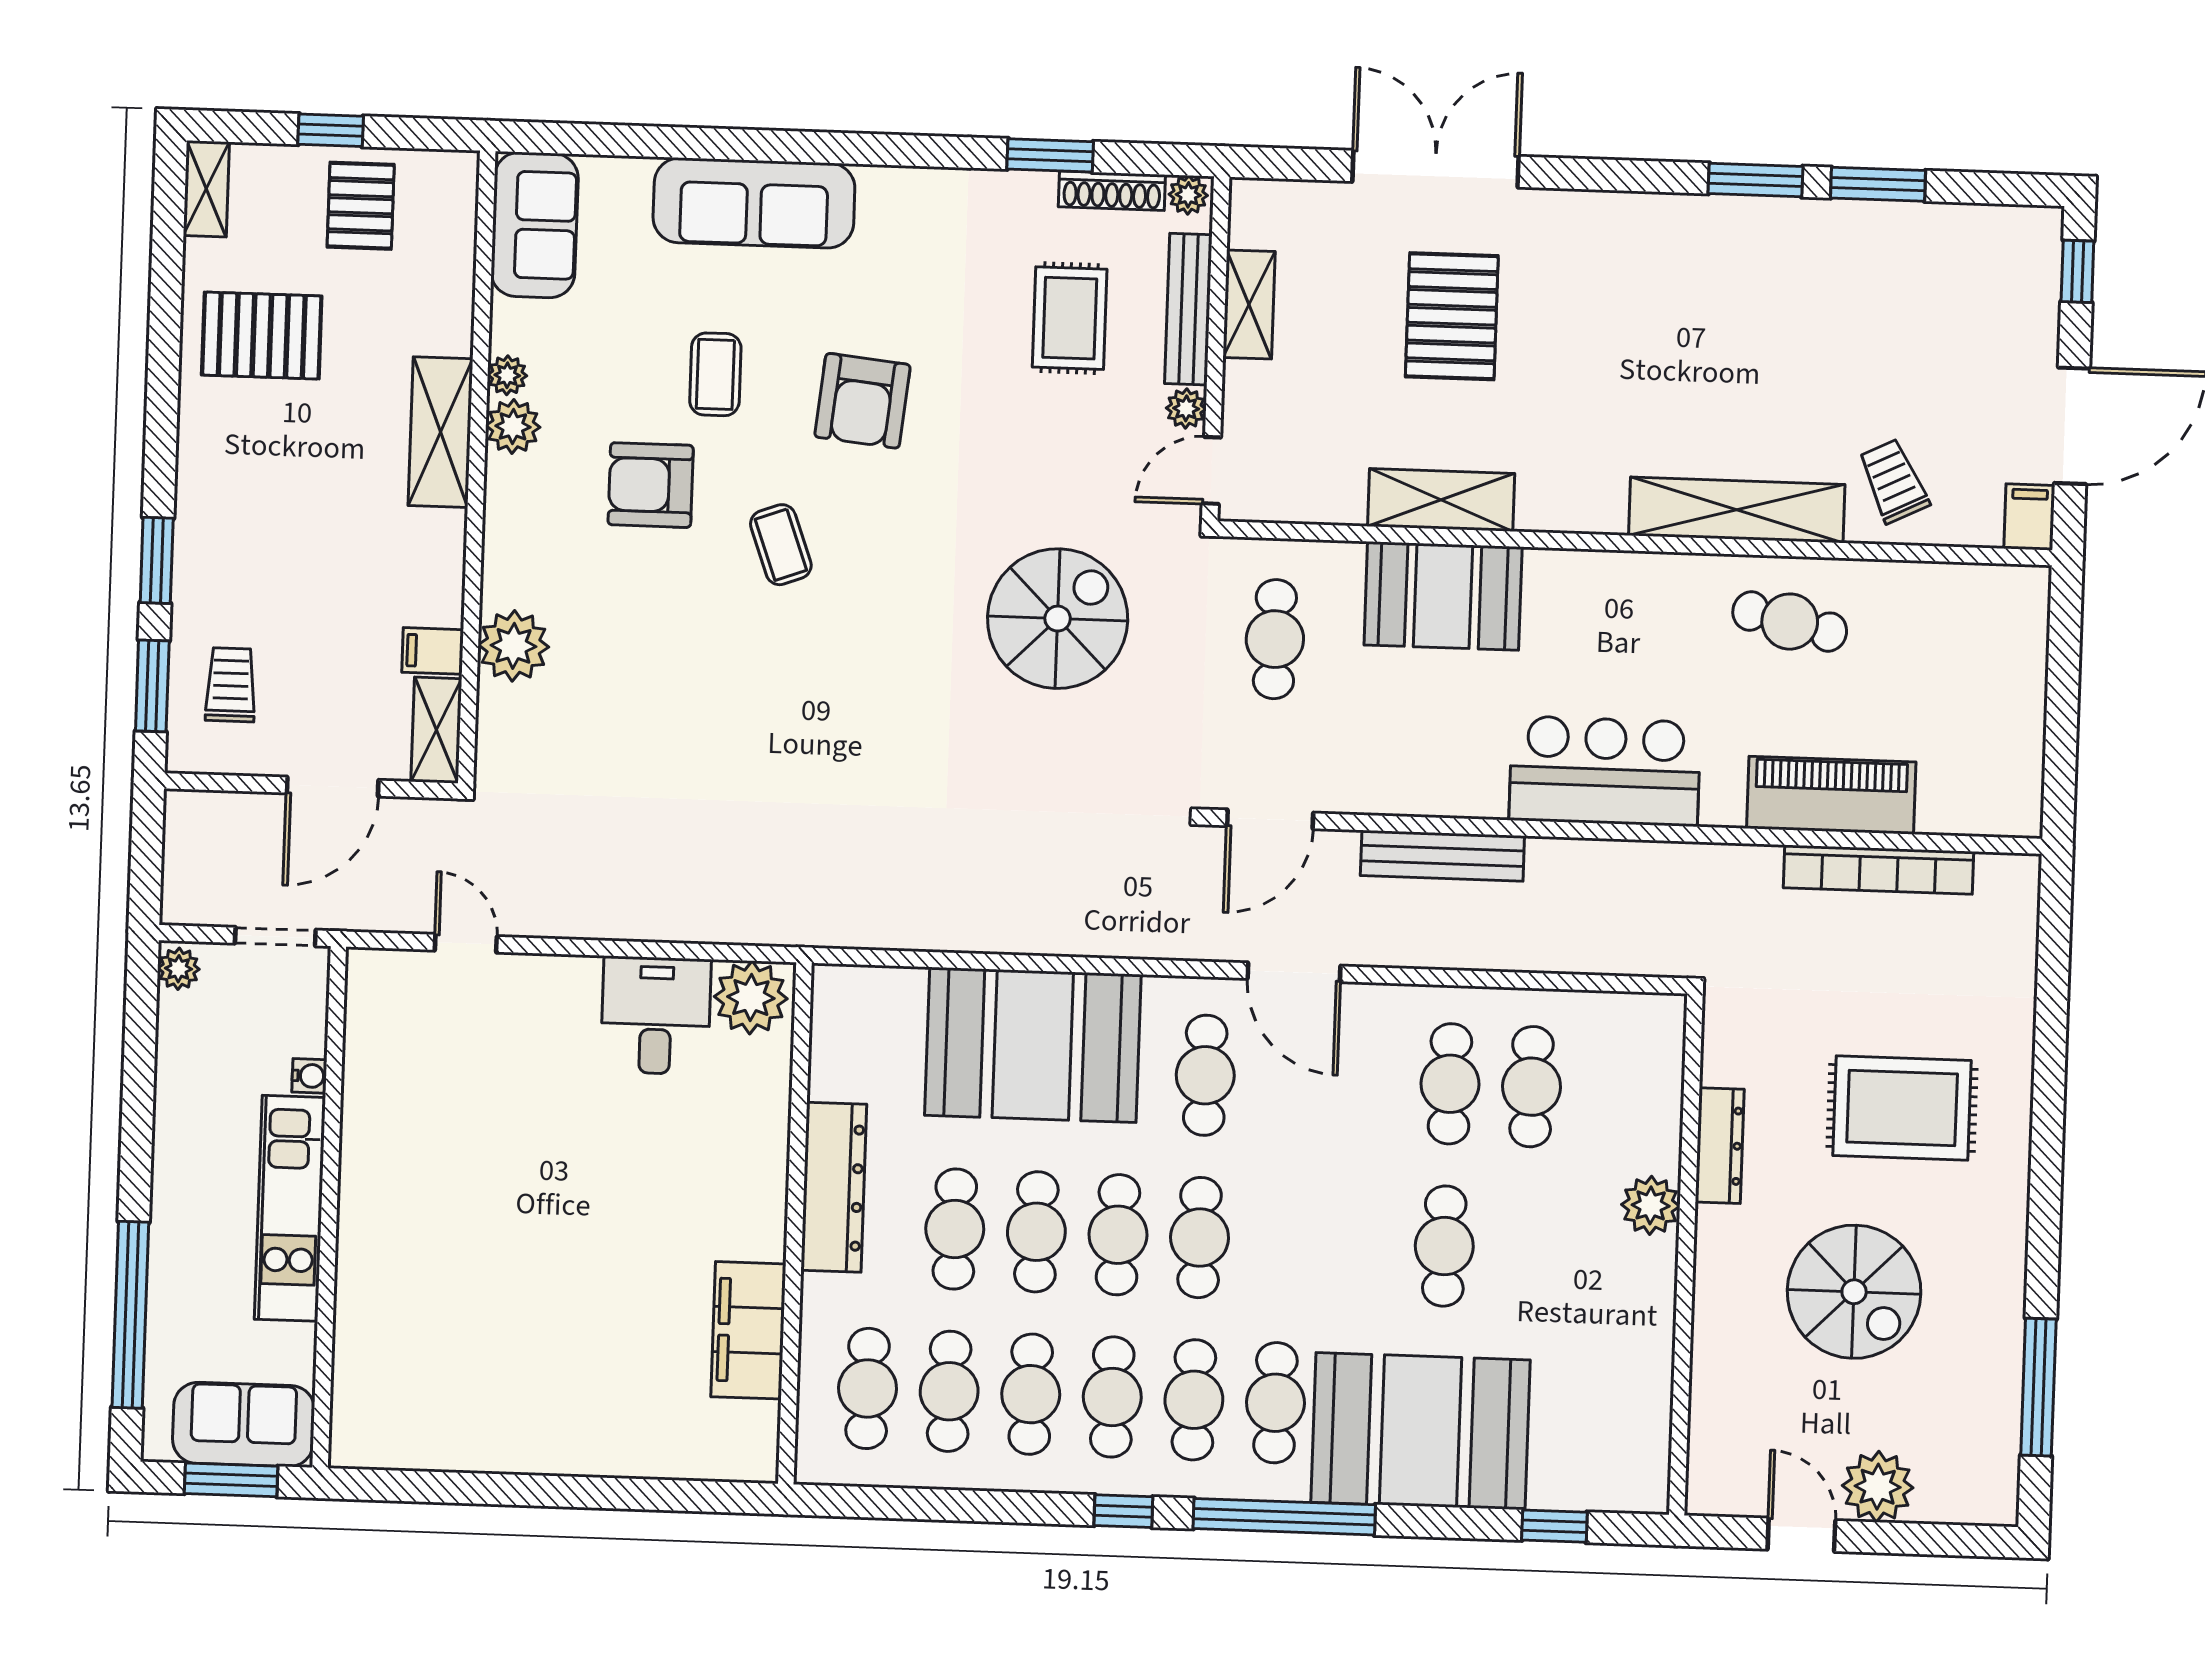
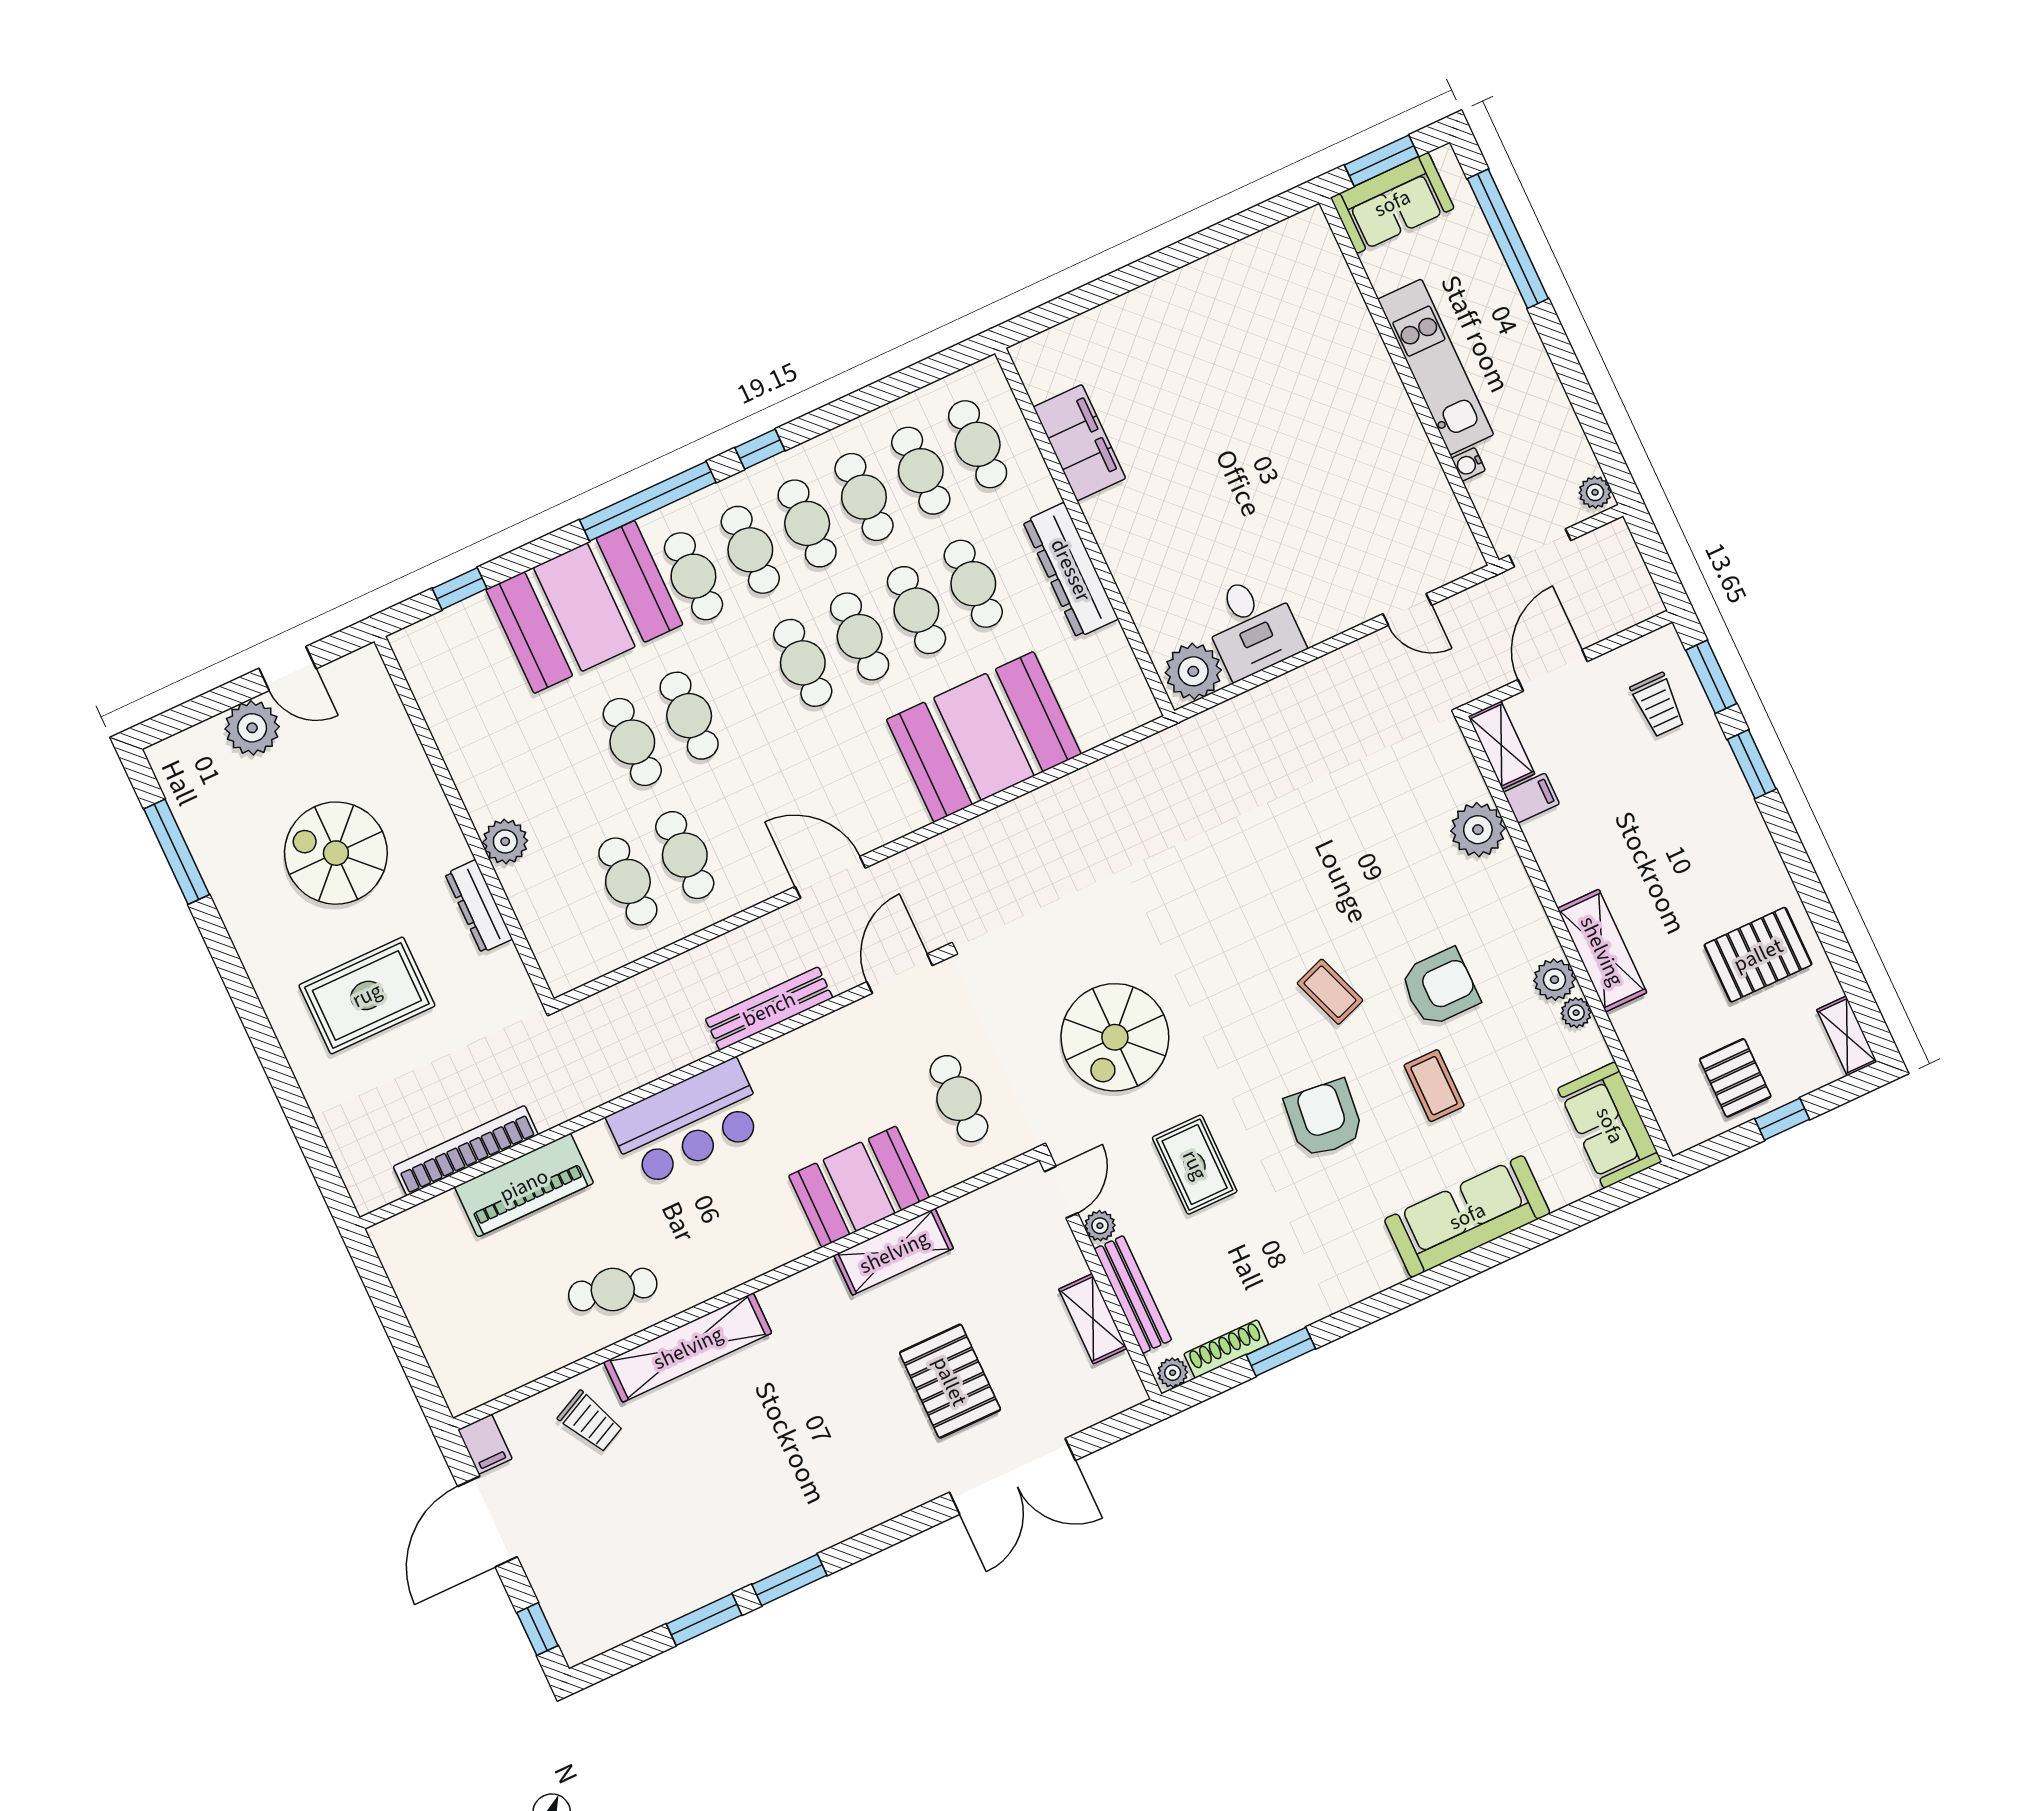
rug: (1070, 318) -> (1195, 1165), moved
cafe table: (1205, 1075) -> (689, 716), moved

